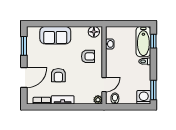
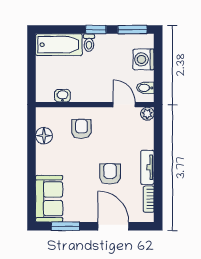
floor lamp: (94, 32) -> (44, 136), moved
sofa: (55, 35) -> (49, 199), moved
window: (153, 41) -> (96, 30), moved
armchair: (58, 75) -> (110, 174), turned -90
washing machine: (144, 97) -> (144, 59), moved

